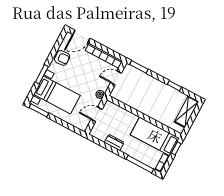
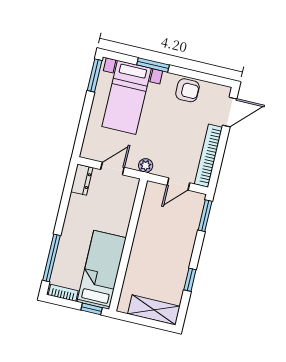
door: (81, 36) -> (230, 112), swing flipped
armchair: (62, 58) -> (187, 90), turned -87
door: (116, 78) -> (178, 184), swing flipped
door: (97, 114) -> (112, 168), hinge flipped
dresser: (114, 142) -> (82, 180), moved

